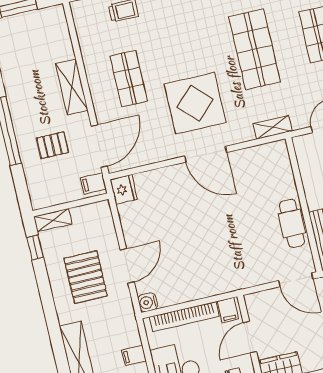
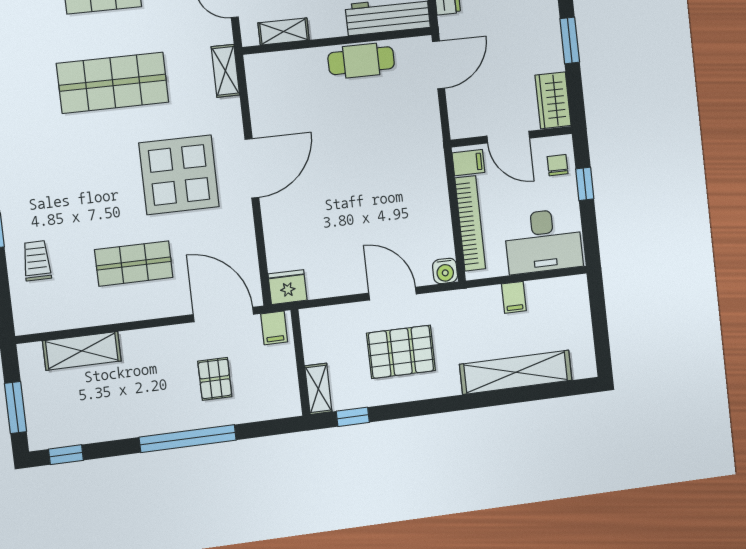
shelving: (72, 87) -> (82, 351), moved
shelving: (306, 165) -> (284, 32), added

